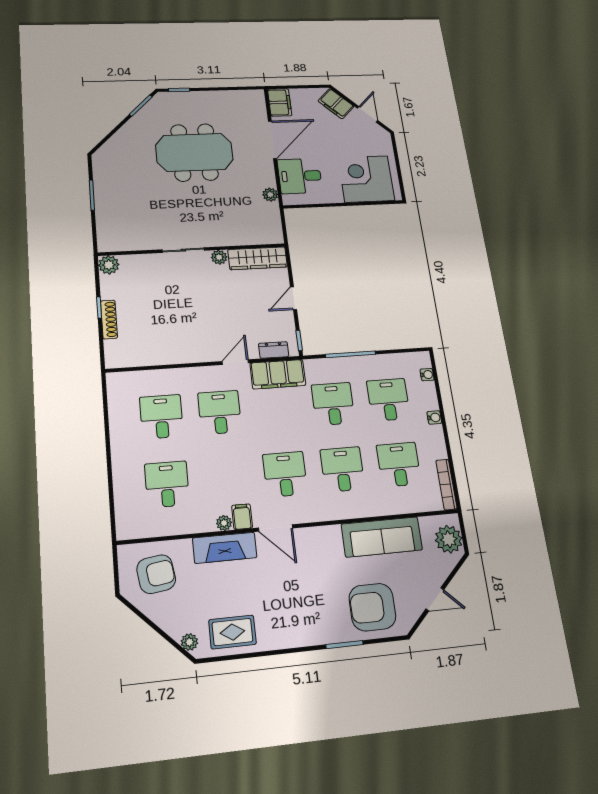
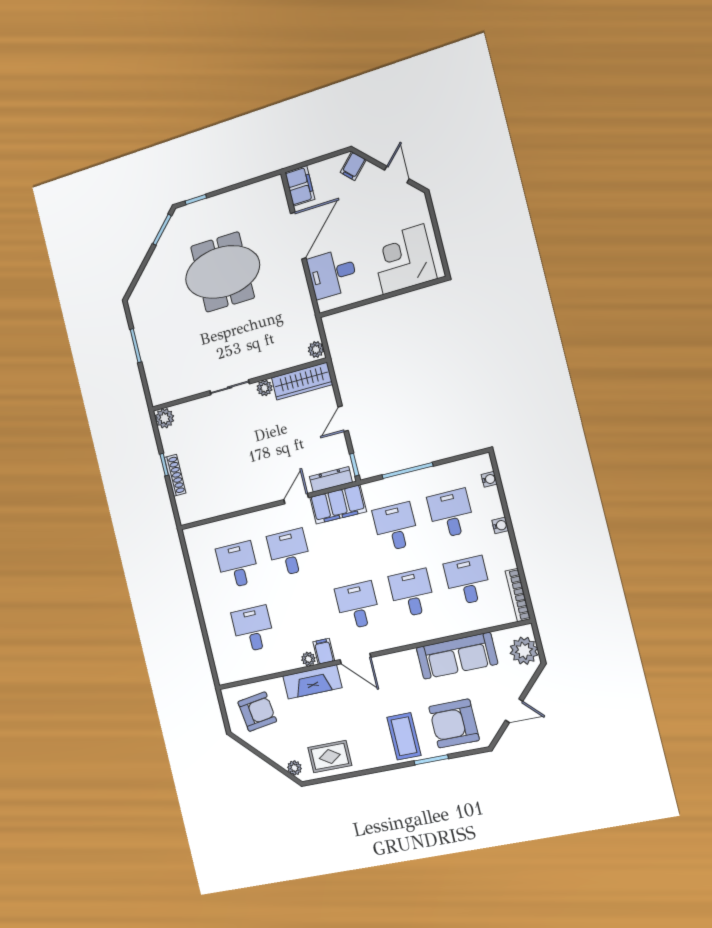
filing cabinet: (336, 104) -> (353, 166), width x0.50
plant: (270, 195) -> (316, 349), moved
dresser: (274, 350) -> (331, 479), width x1.44
coffee table: (318, 616) -> (404, 736), added

